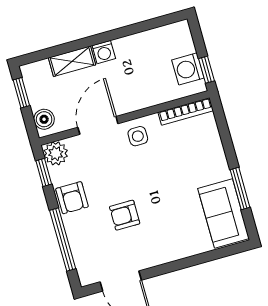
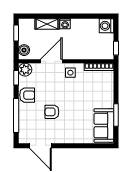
washing machine: (188, 69) -> (106, 26), moved
armchair: (72, 198) -> (27, 95), turned -90

